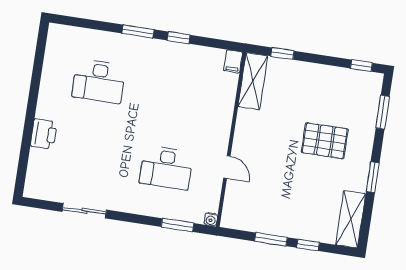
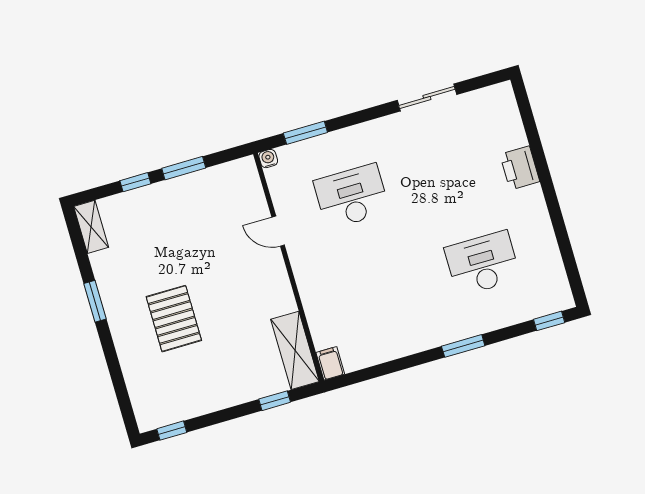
window: (179, 38) -> (549, 321), moved
window: (383, 112) -> (120, 386), removed
pallet: (325, 141) -> (174, 319), turned 90
shelving: (351, 219) -> (91, 227), width x0.67, depth x0.75

